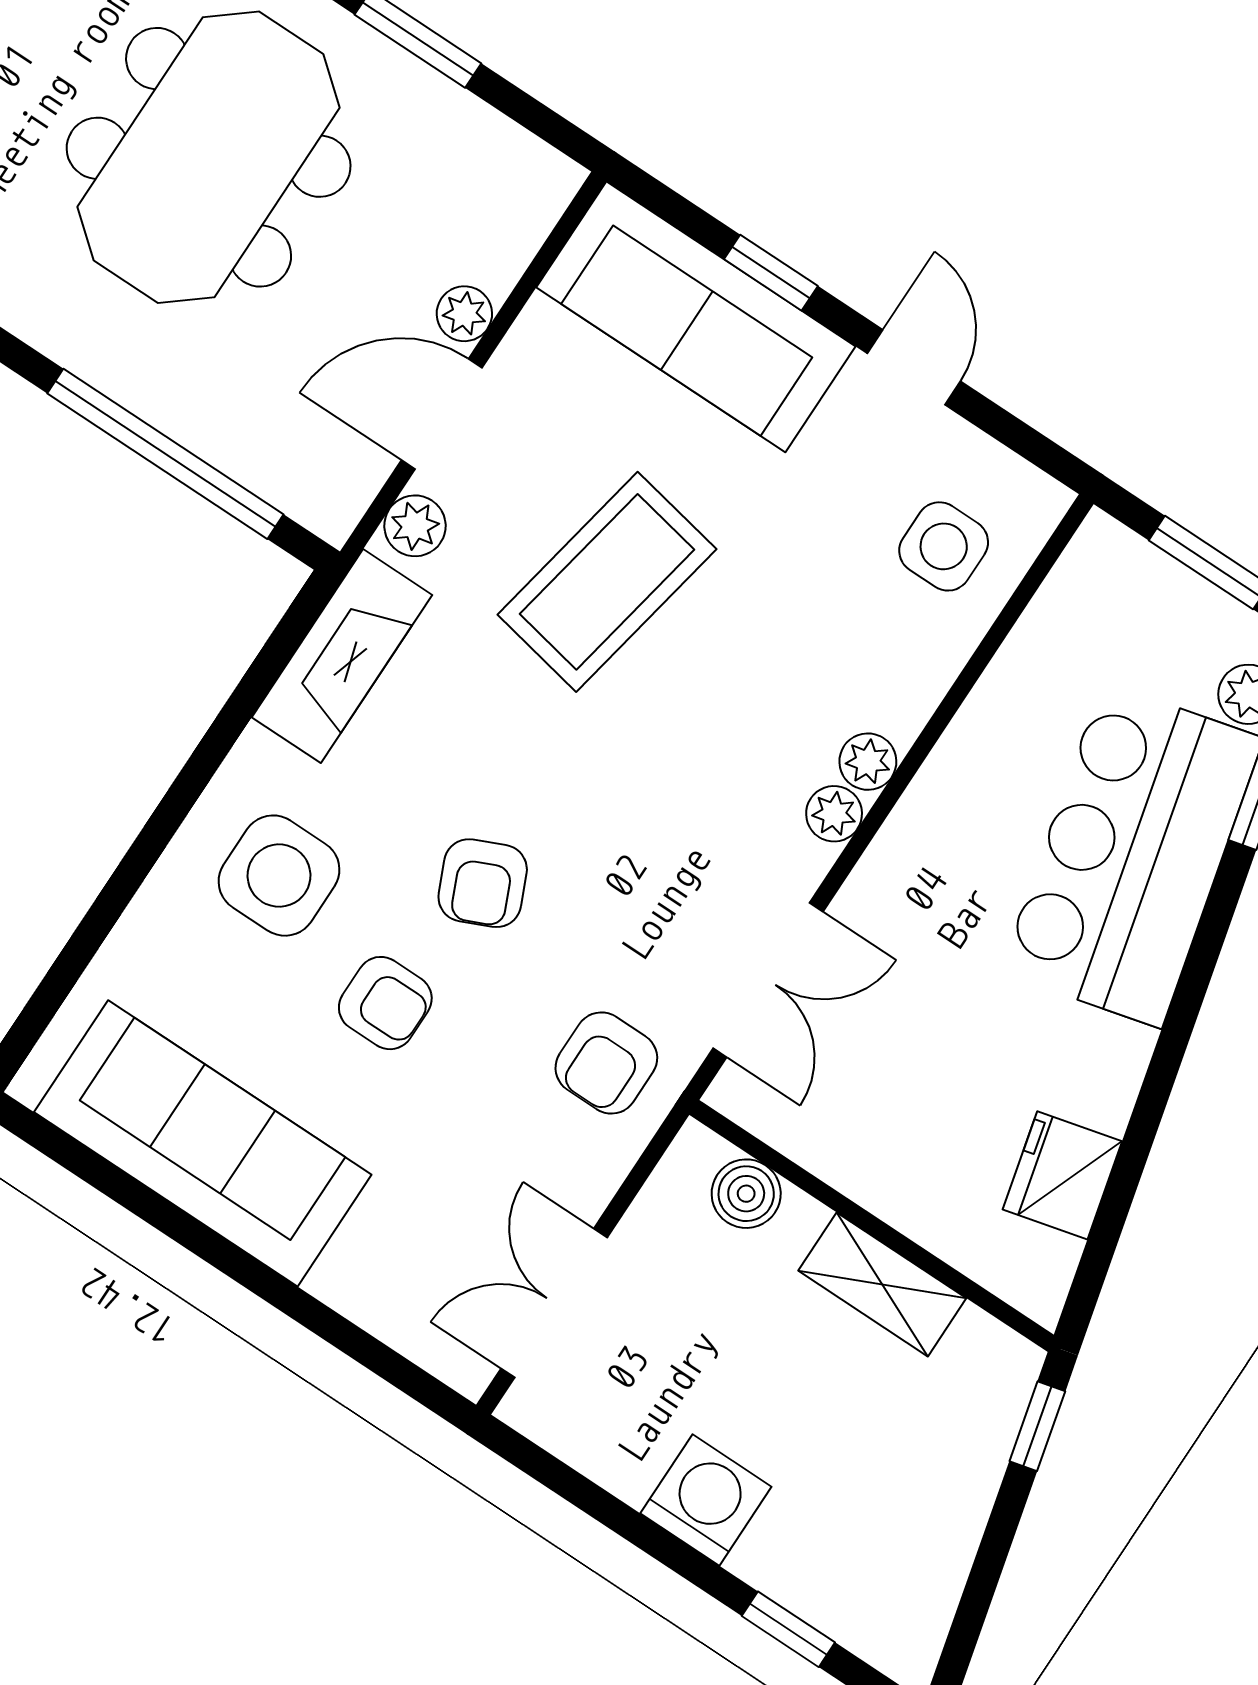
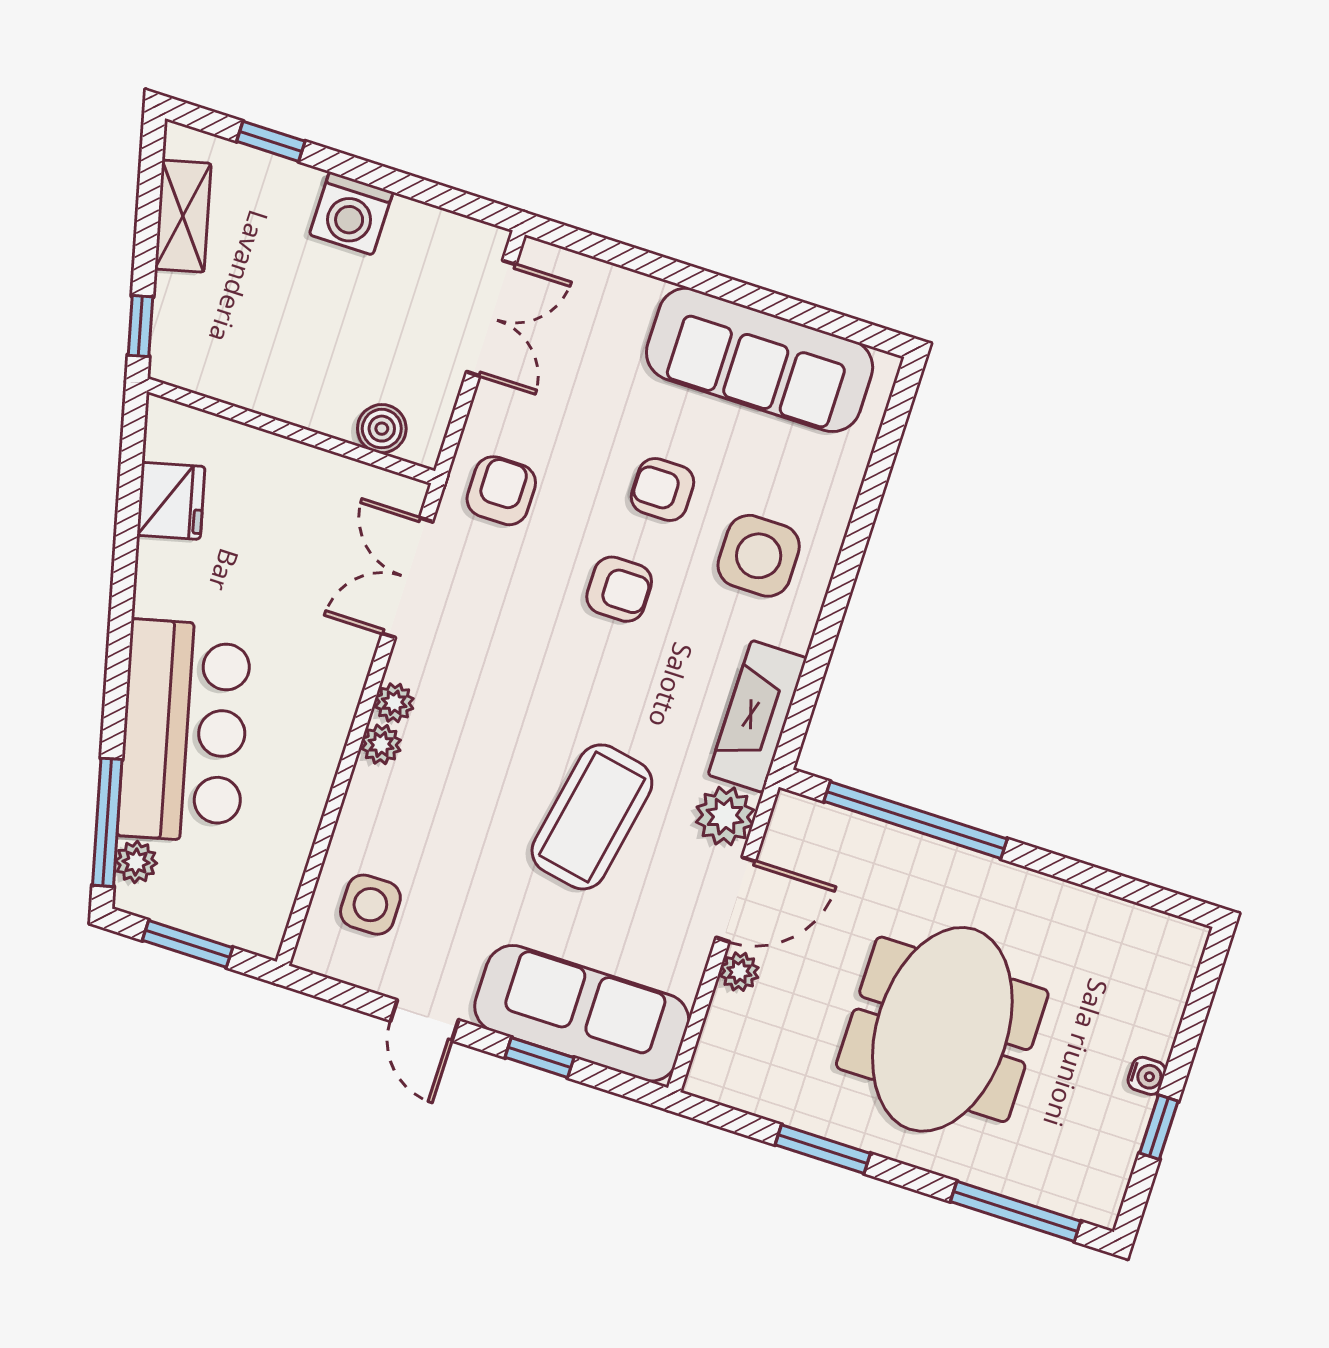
plant: (415, 526) -> (725, 816), width x1.38, depth x1.38
armchair: (483, 883) -> (619, 589), turned 114
shelving: (882, 1284) -> (183, 216), moved, turned 76

